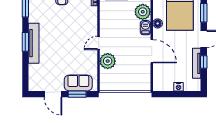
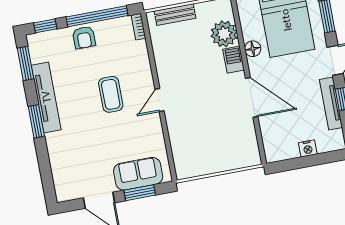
coffee table: (71, 34) -> (111, 94), added
tv unit: (34, 43) -> (46, 97), moved
plant: (108, 61) -> (181, 128), removed

